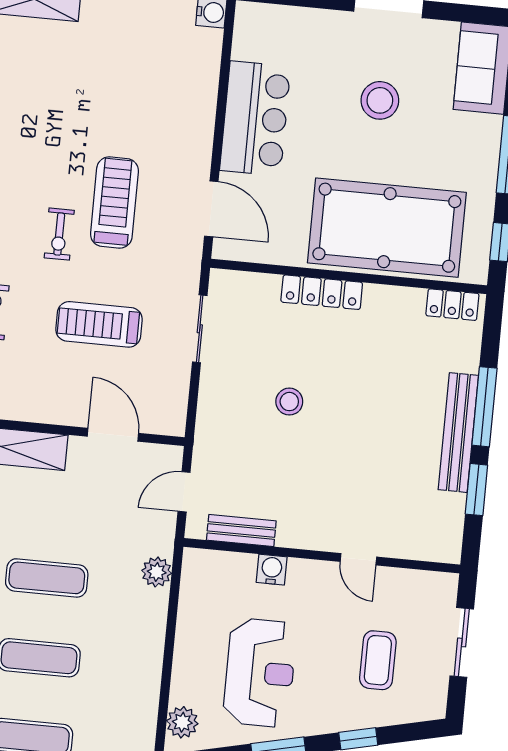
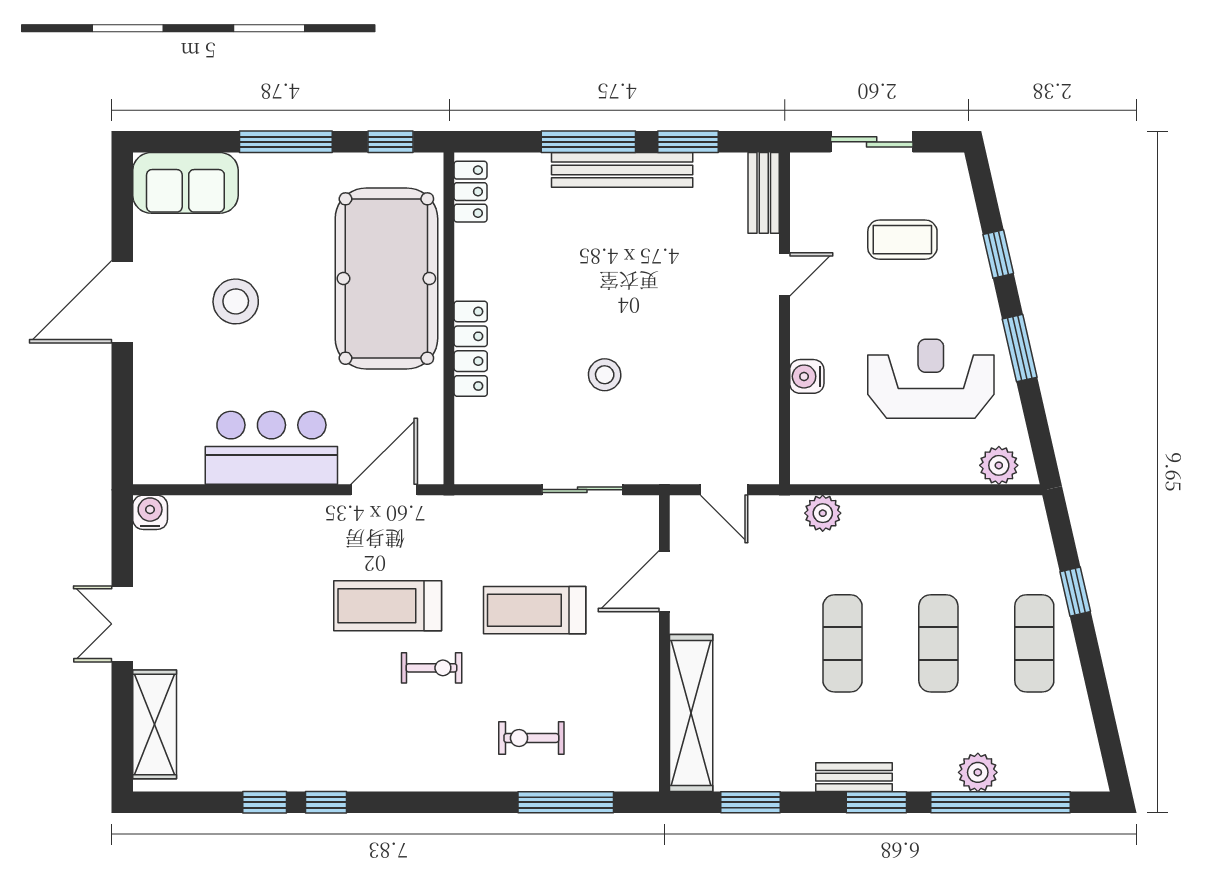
treadmill: (99, 324) -> (535, 610), turned 90
sliding door: (200, 329) -> (582, 490), moved
bench: (241, 531) -> (764, 193), moved

